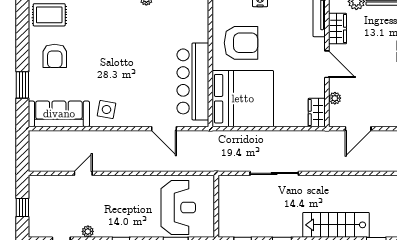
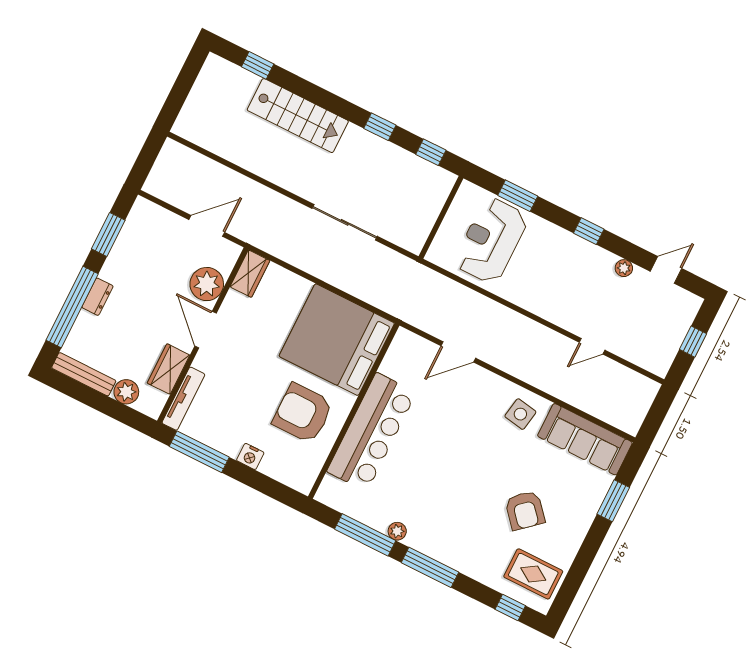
armchair: (55, 56) -> (525, 510), moved, turned 139
bar counter: (193, 81) -> (372, 432), moved
plant: (335, 98) -> (207, 284), width x1.87, depth x1.87
door: (164, 129) -> (458, 352), swing flipped

